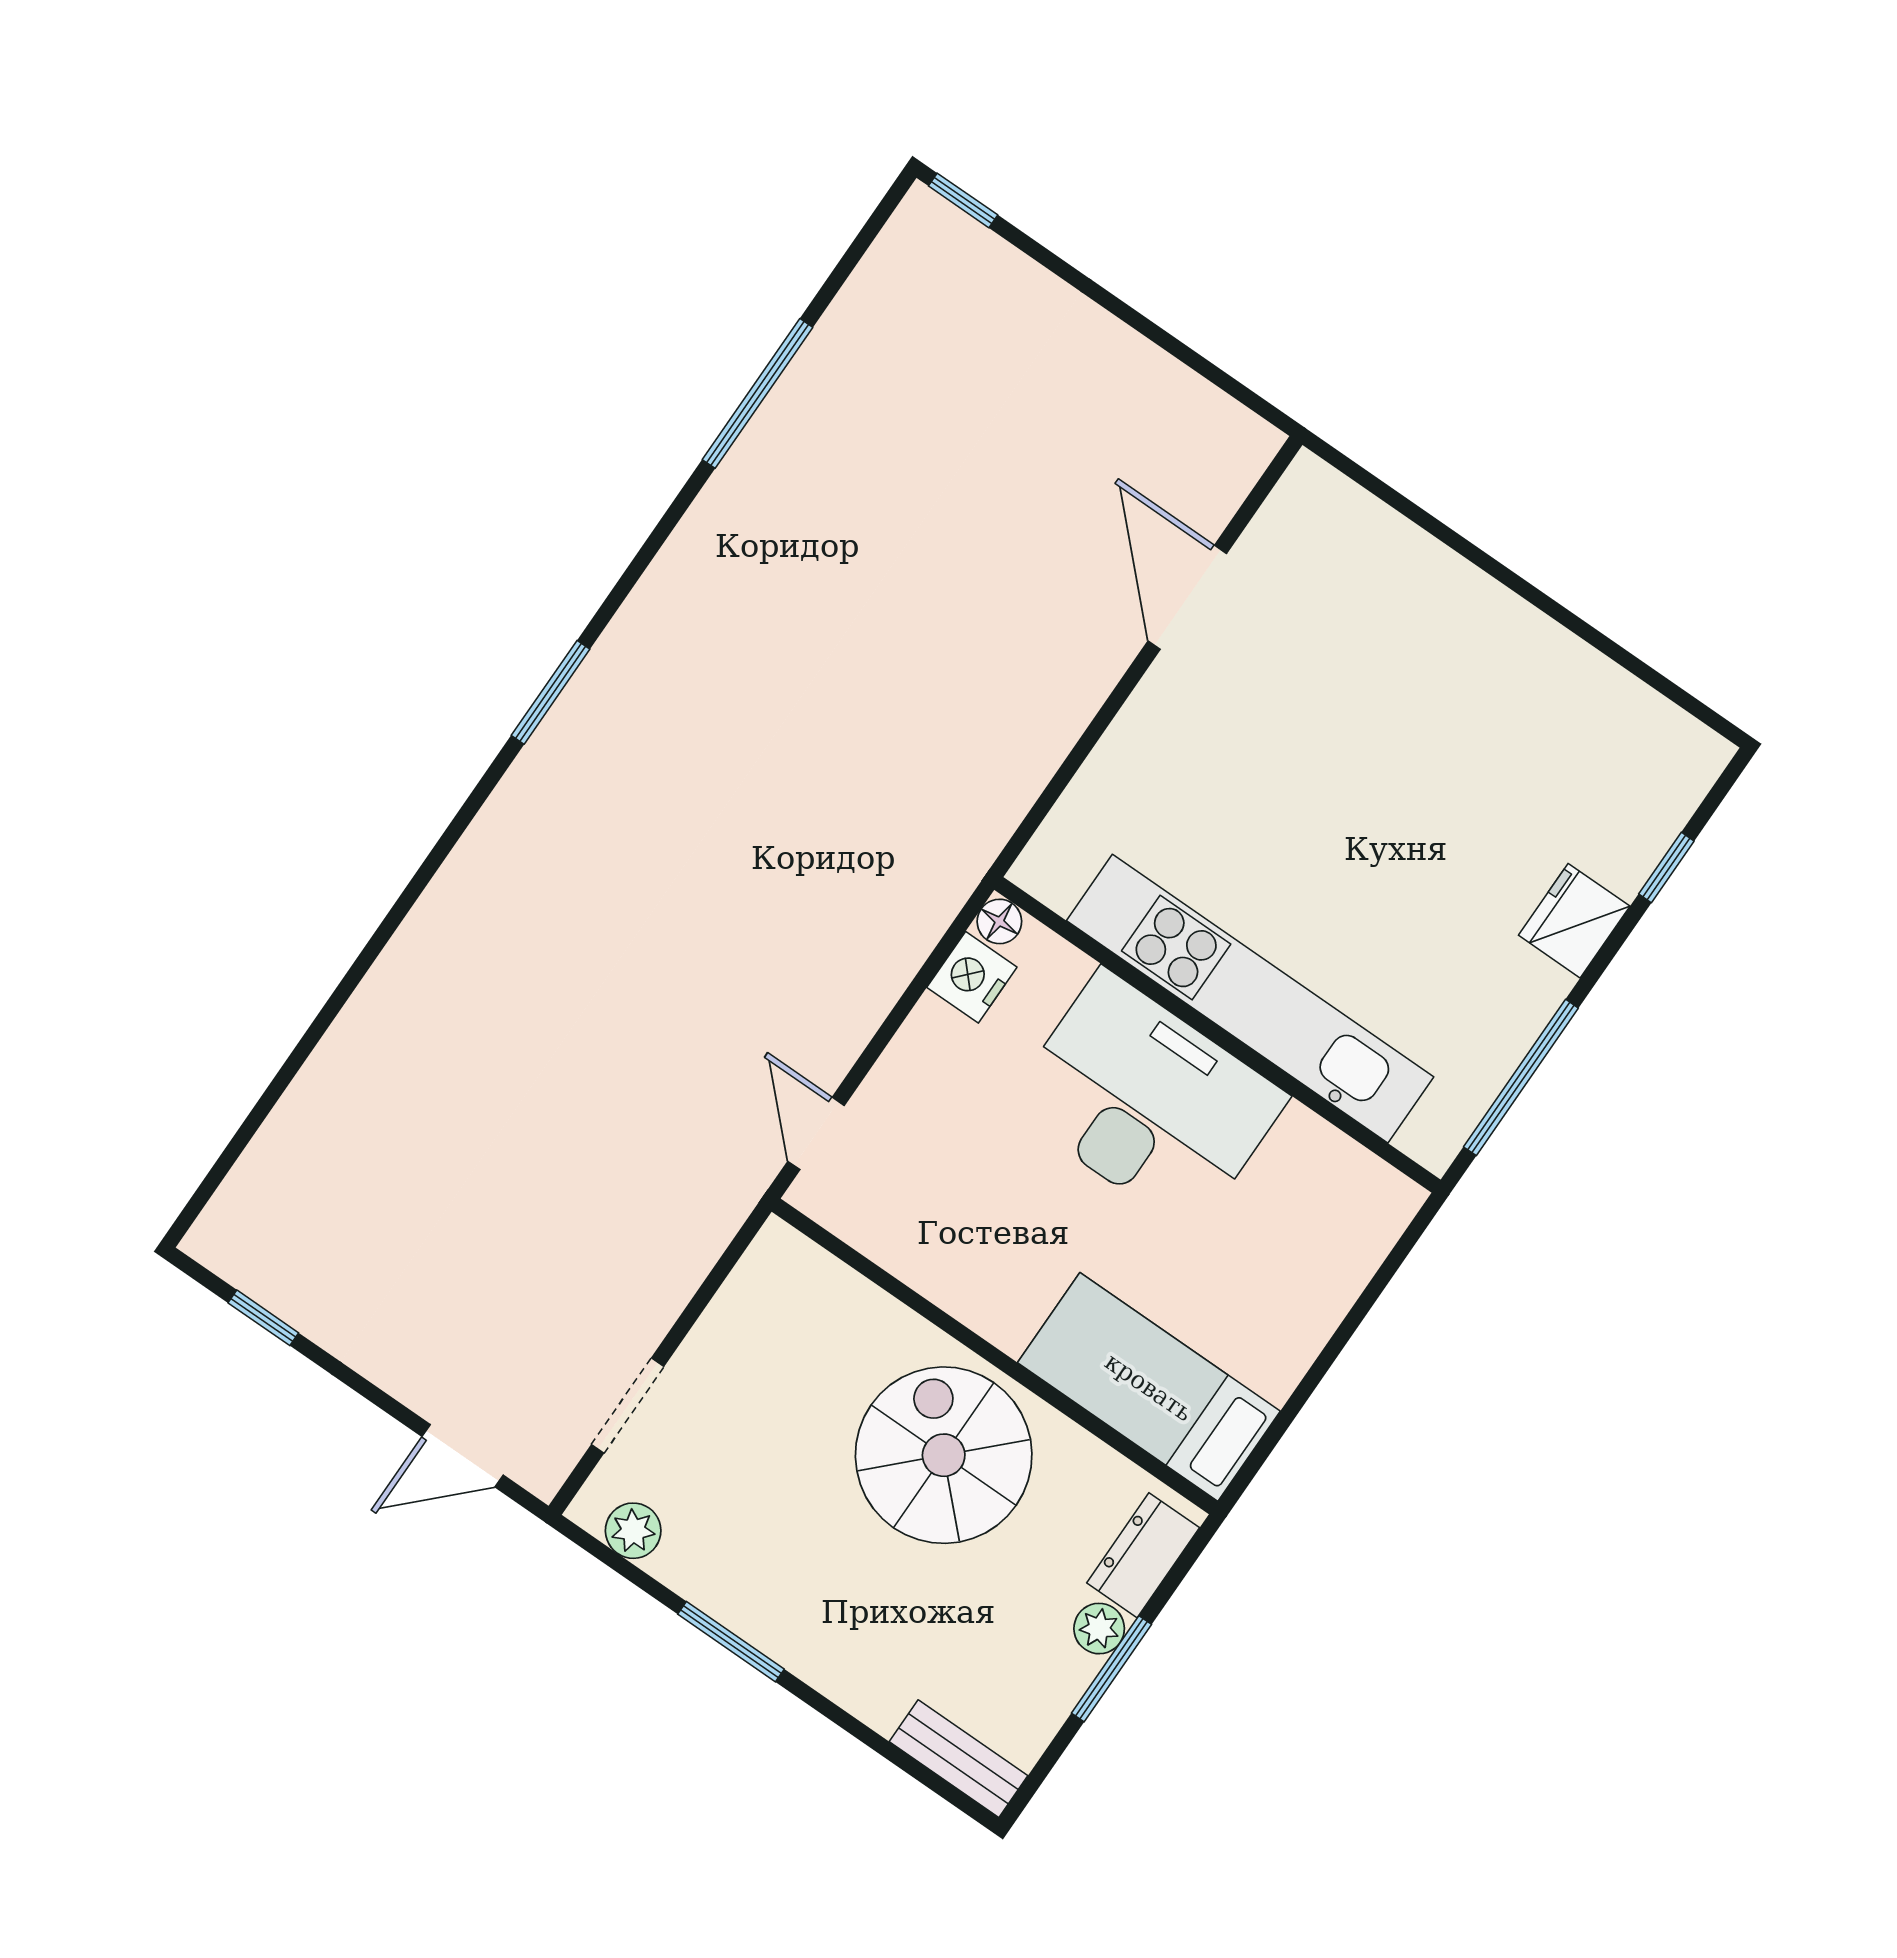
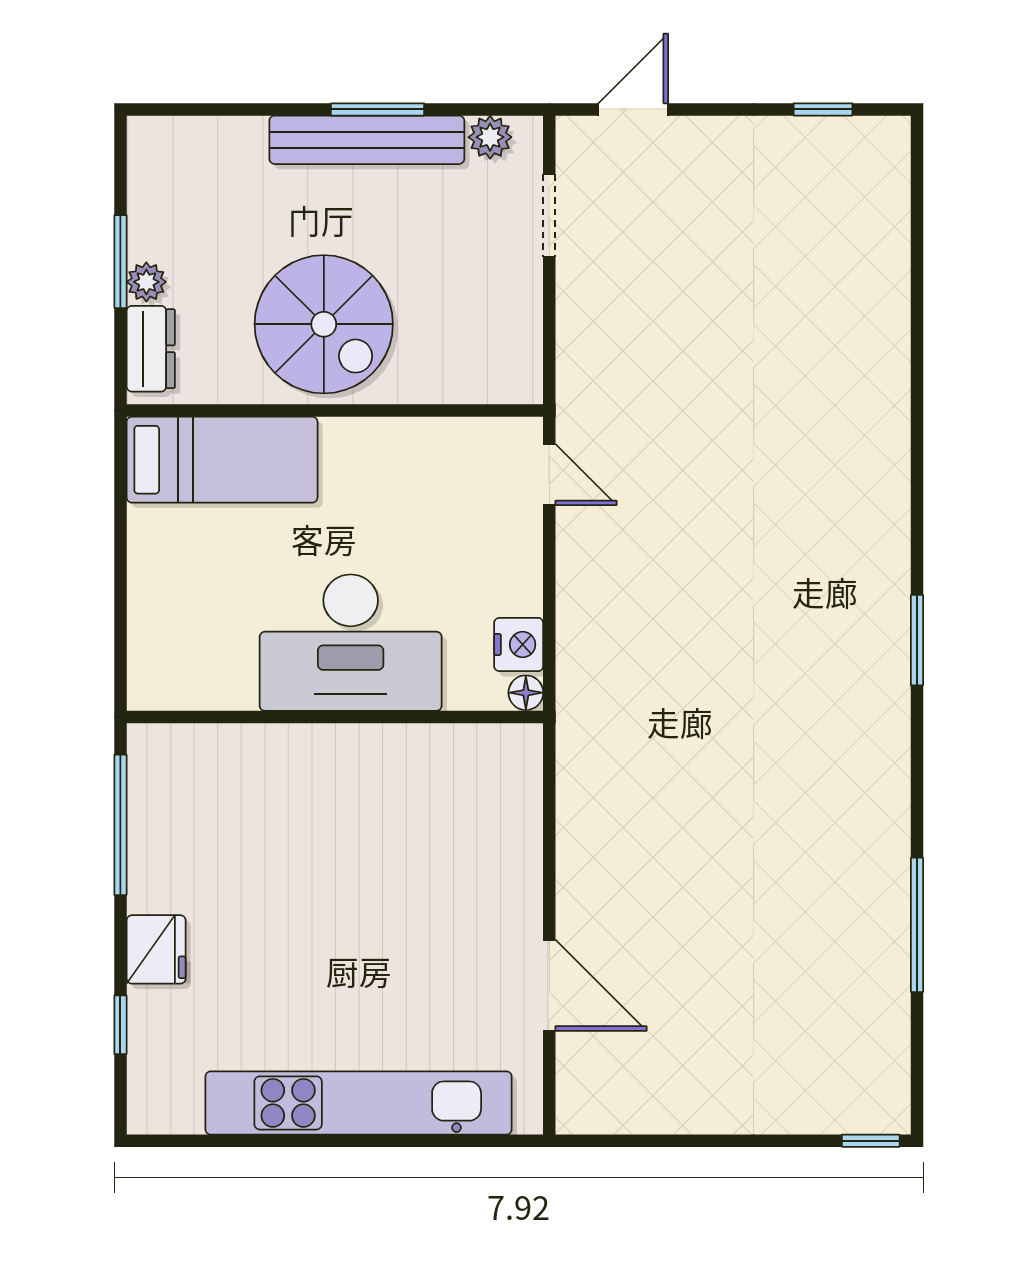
kitchen unit: (1250, 999) -> (359, 1103), moved, turned 180
bench: (959, 1759) -> (367, 140), moved, width x1.86, depth x1.21

